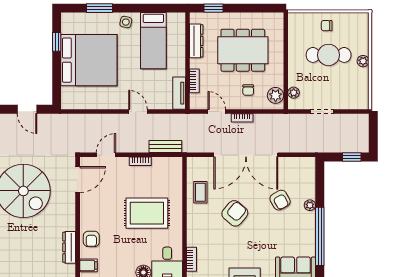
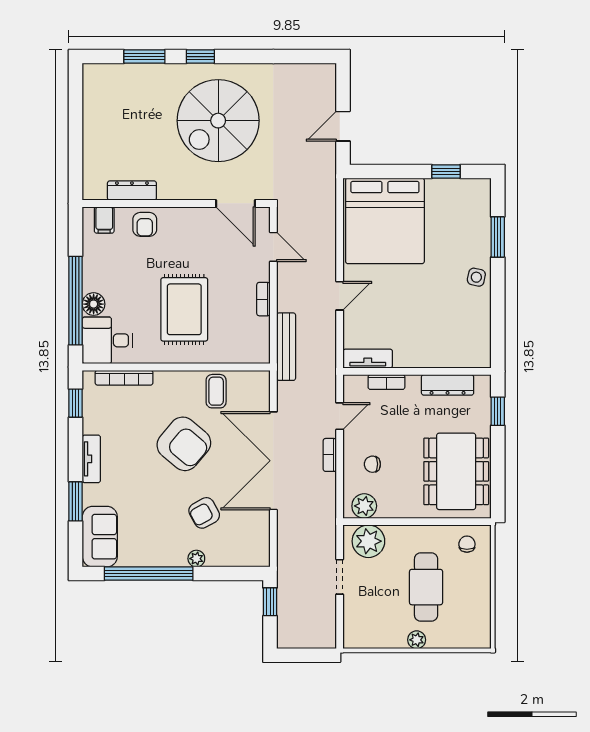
chair: (327, 26) -> (467, 544), moved
bed: (153, 41) -> (448, 319), removed
dining table: (243, 50) -> (456, 471), moved
bed: (89, 60) -> (385, 221), moved
plant: (294, 93) -> (368, 541), width x1.88, depth x1.88
bench: (165, 146) -> (286, 347), width x1.36
window: (352, 157) -> (270, 602), moved
coffee table: (200, 192) -> (216, 391), turned 90
armchair: (235, 213) -> (184, 444), width x1.36, depth x1.36
armchair: (91, 239) -> (145, 224), turned -90
bookcase: (192, 259) -> (124, 378), width x1.56

